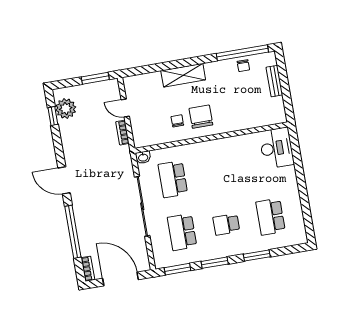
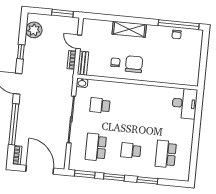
bench: (274, 81) -> (83, 63), moved
window: (53, 116) -> (21, 52), moved
school desk: (173, 179) -> (100, 105), width x0.54

